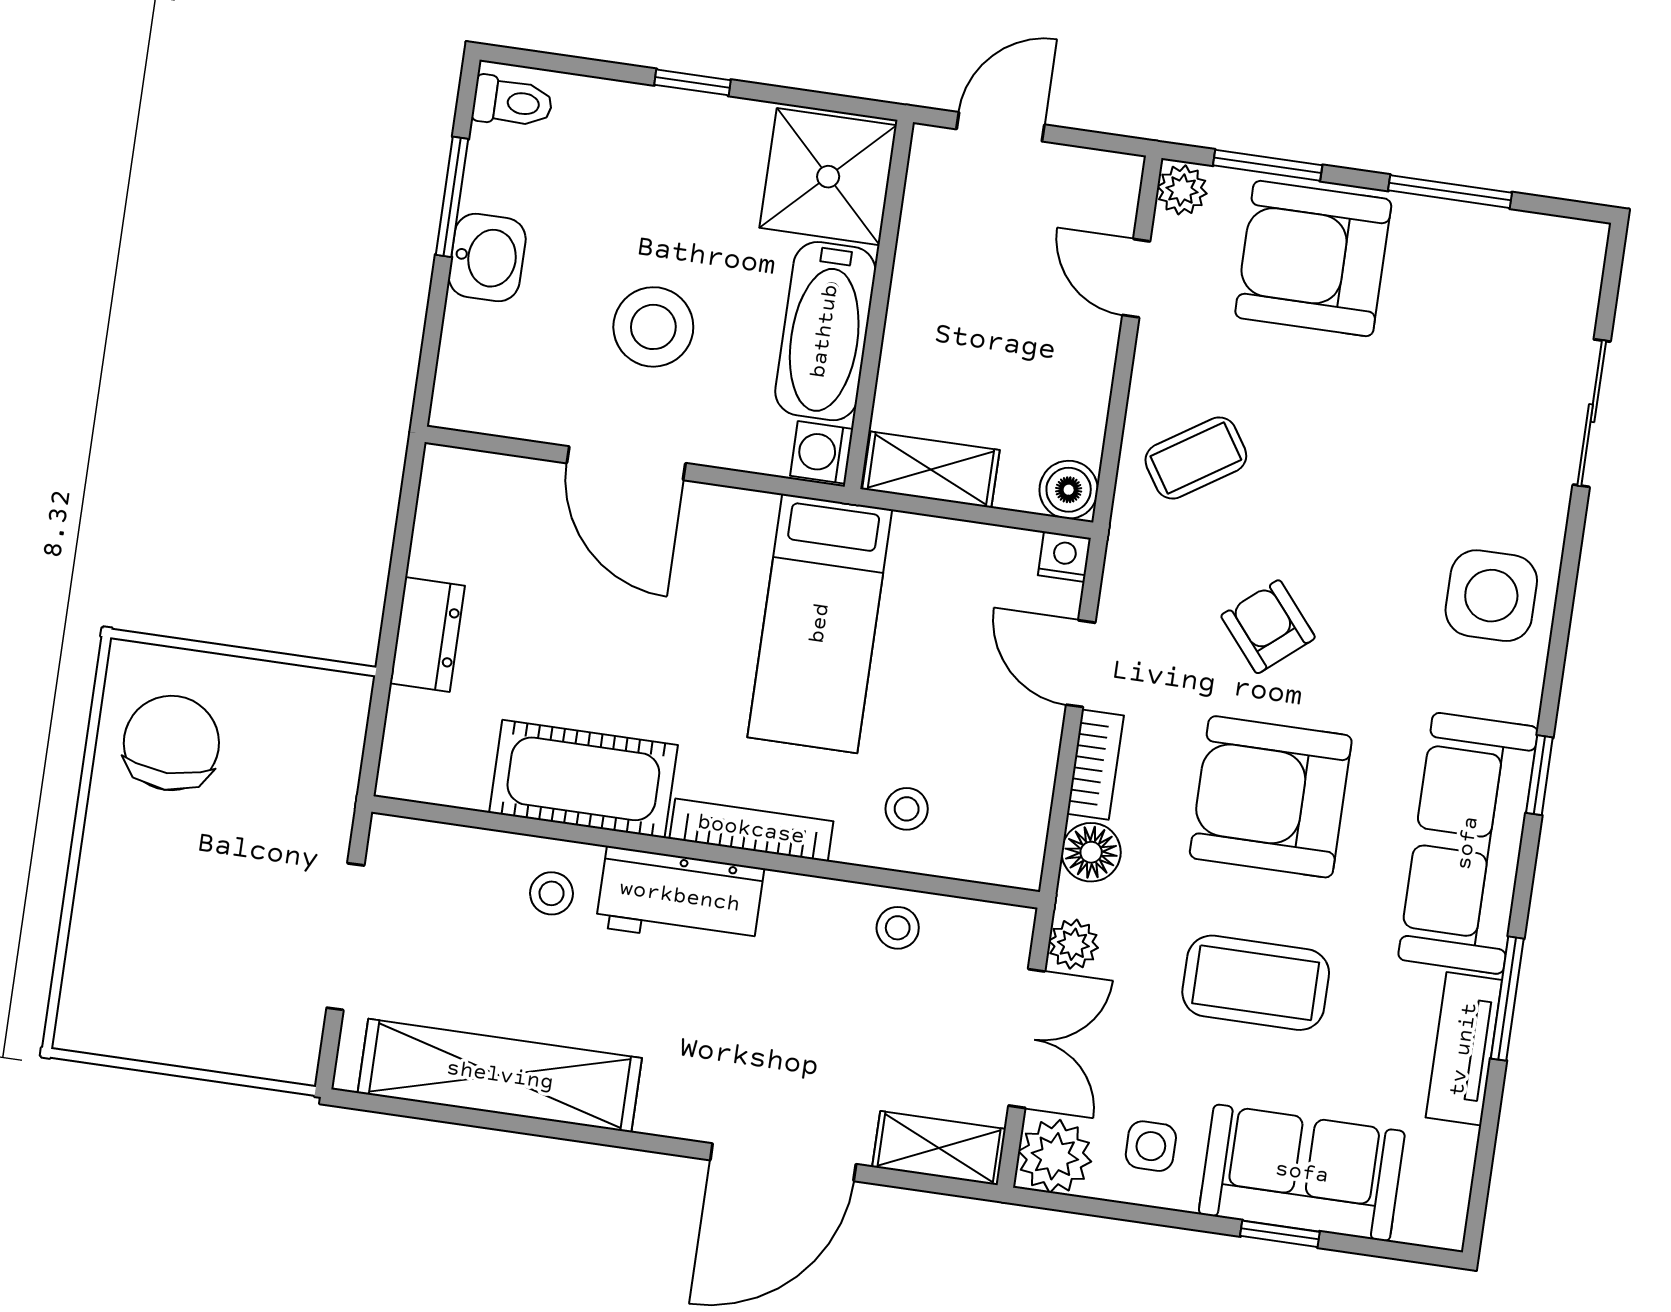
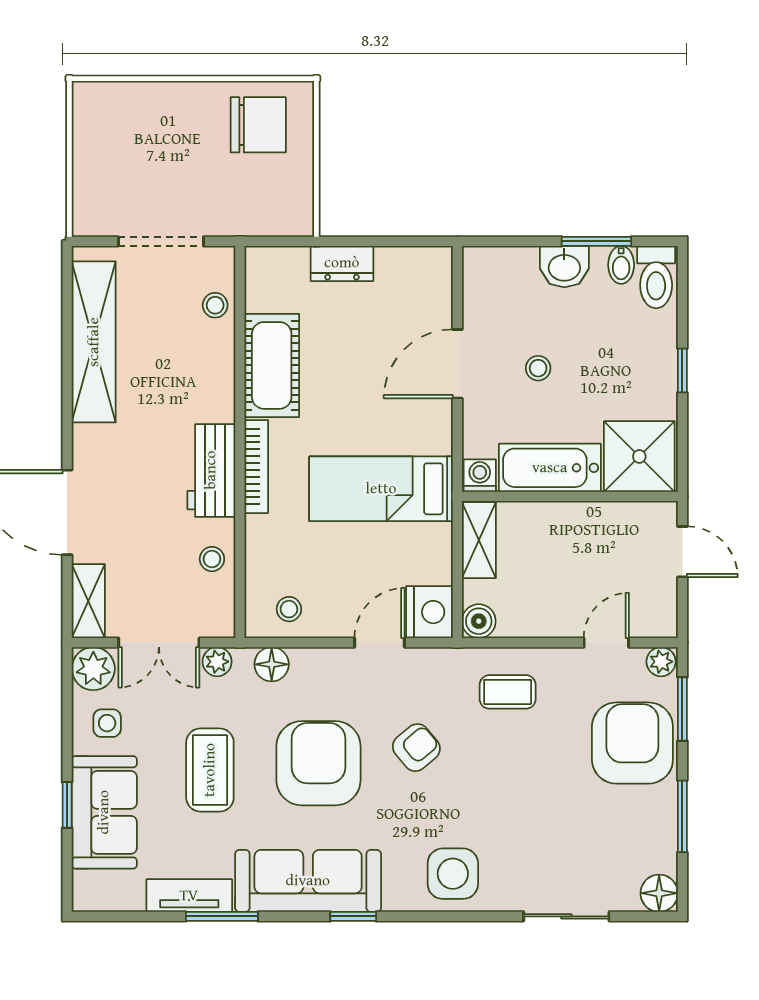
toilet: (513, 102) -> (656, 277), width x1.37, depth x1.39
bidet: (498, 161) -> (621, 265), added
floor lamp: (1575, 250) -> (659, 893), added
stool: (653, 327) -> (538, 368), width x0.53, depth x0.53
coffee table: (1196, 458) -> (508, 692), turned -57
nightstand: (1064, 557) -> (429, 612), width x1.89, depth x1.79
bookcase: (1095, 765) -> (323, 659), removed
stool: (907, 809) -> (289, 609), moved
stool: (552, 893) -> (215, 305), moved
workbench: (680, 897) -> (211, 470), moved

